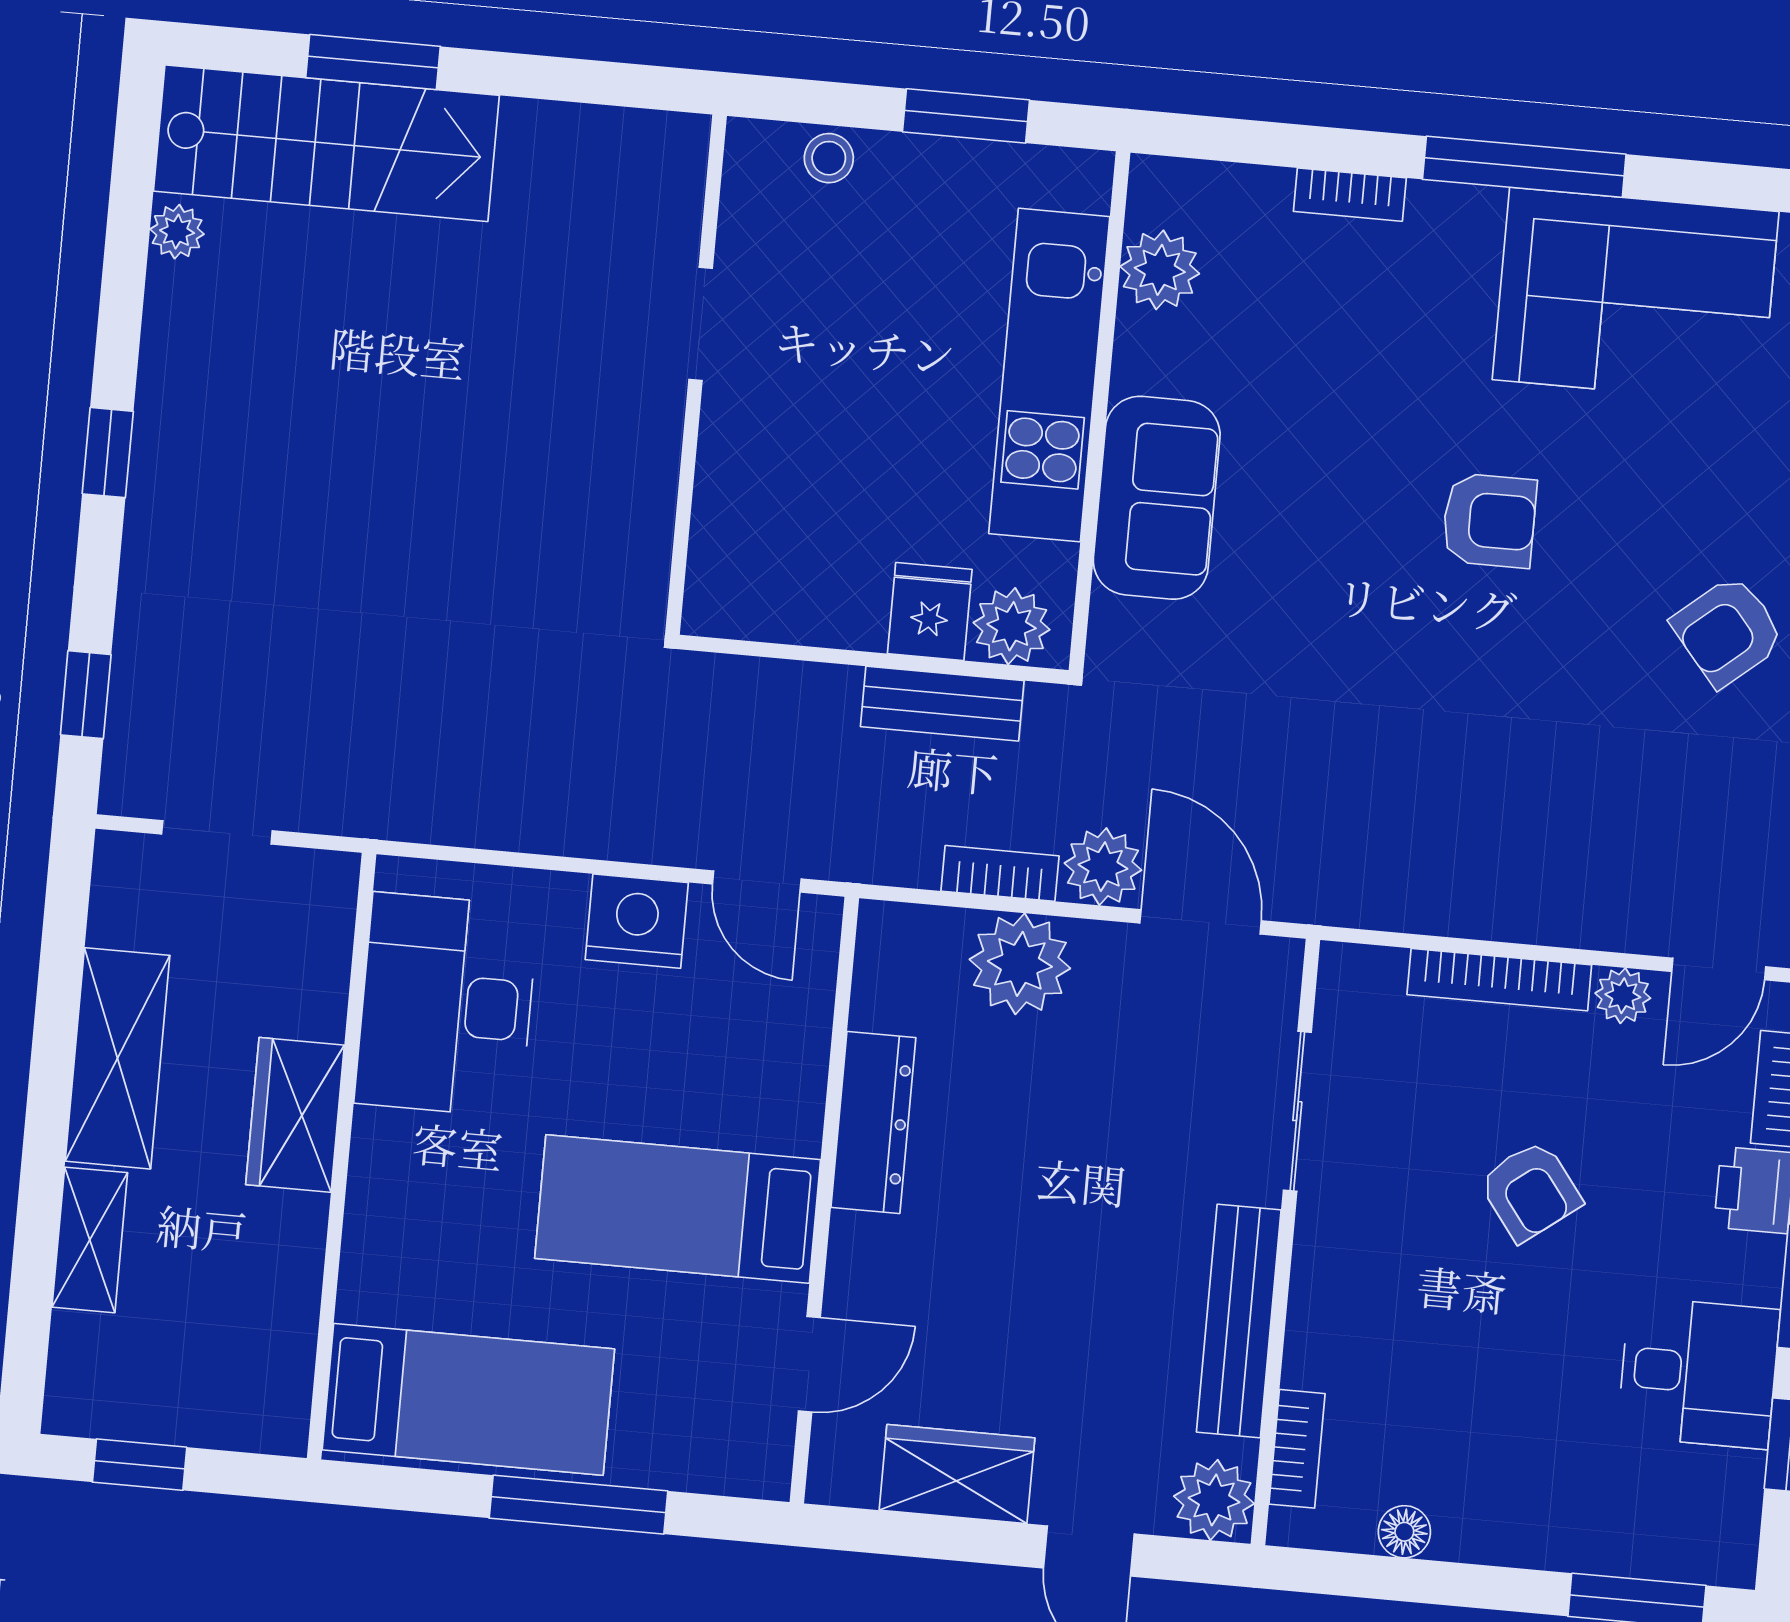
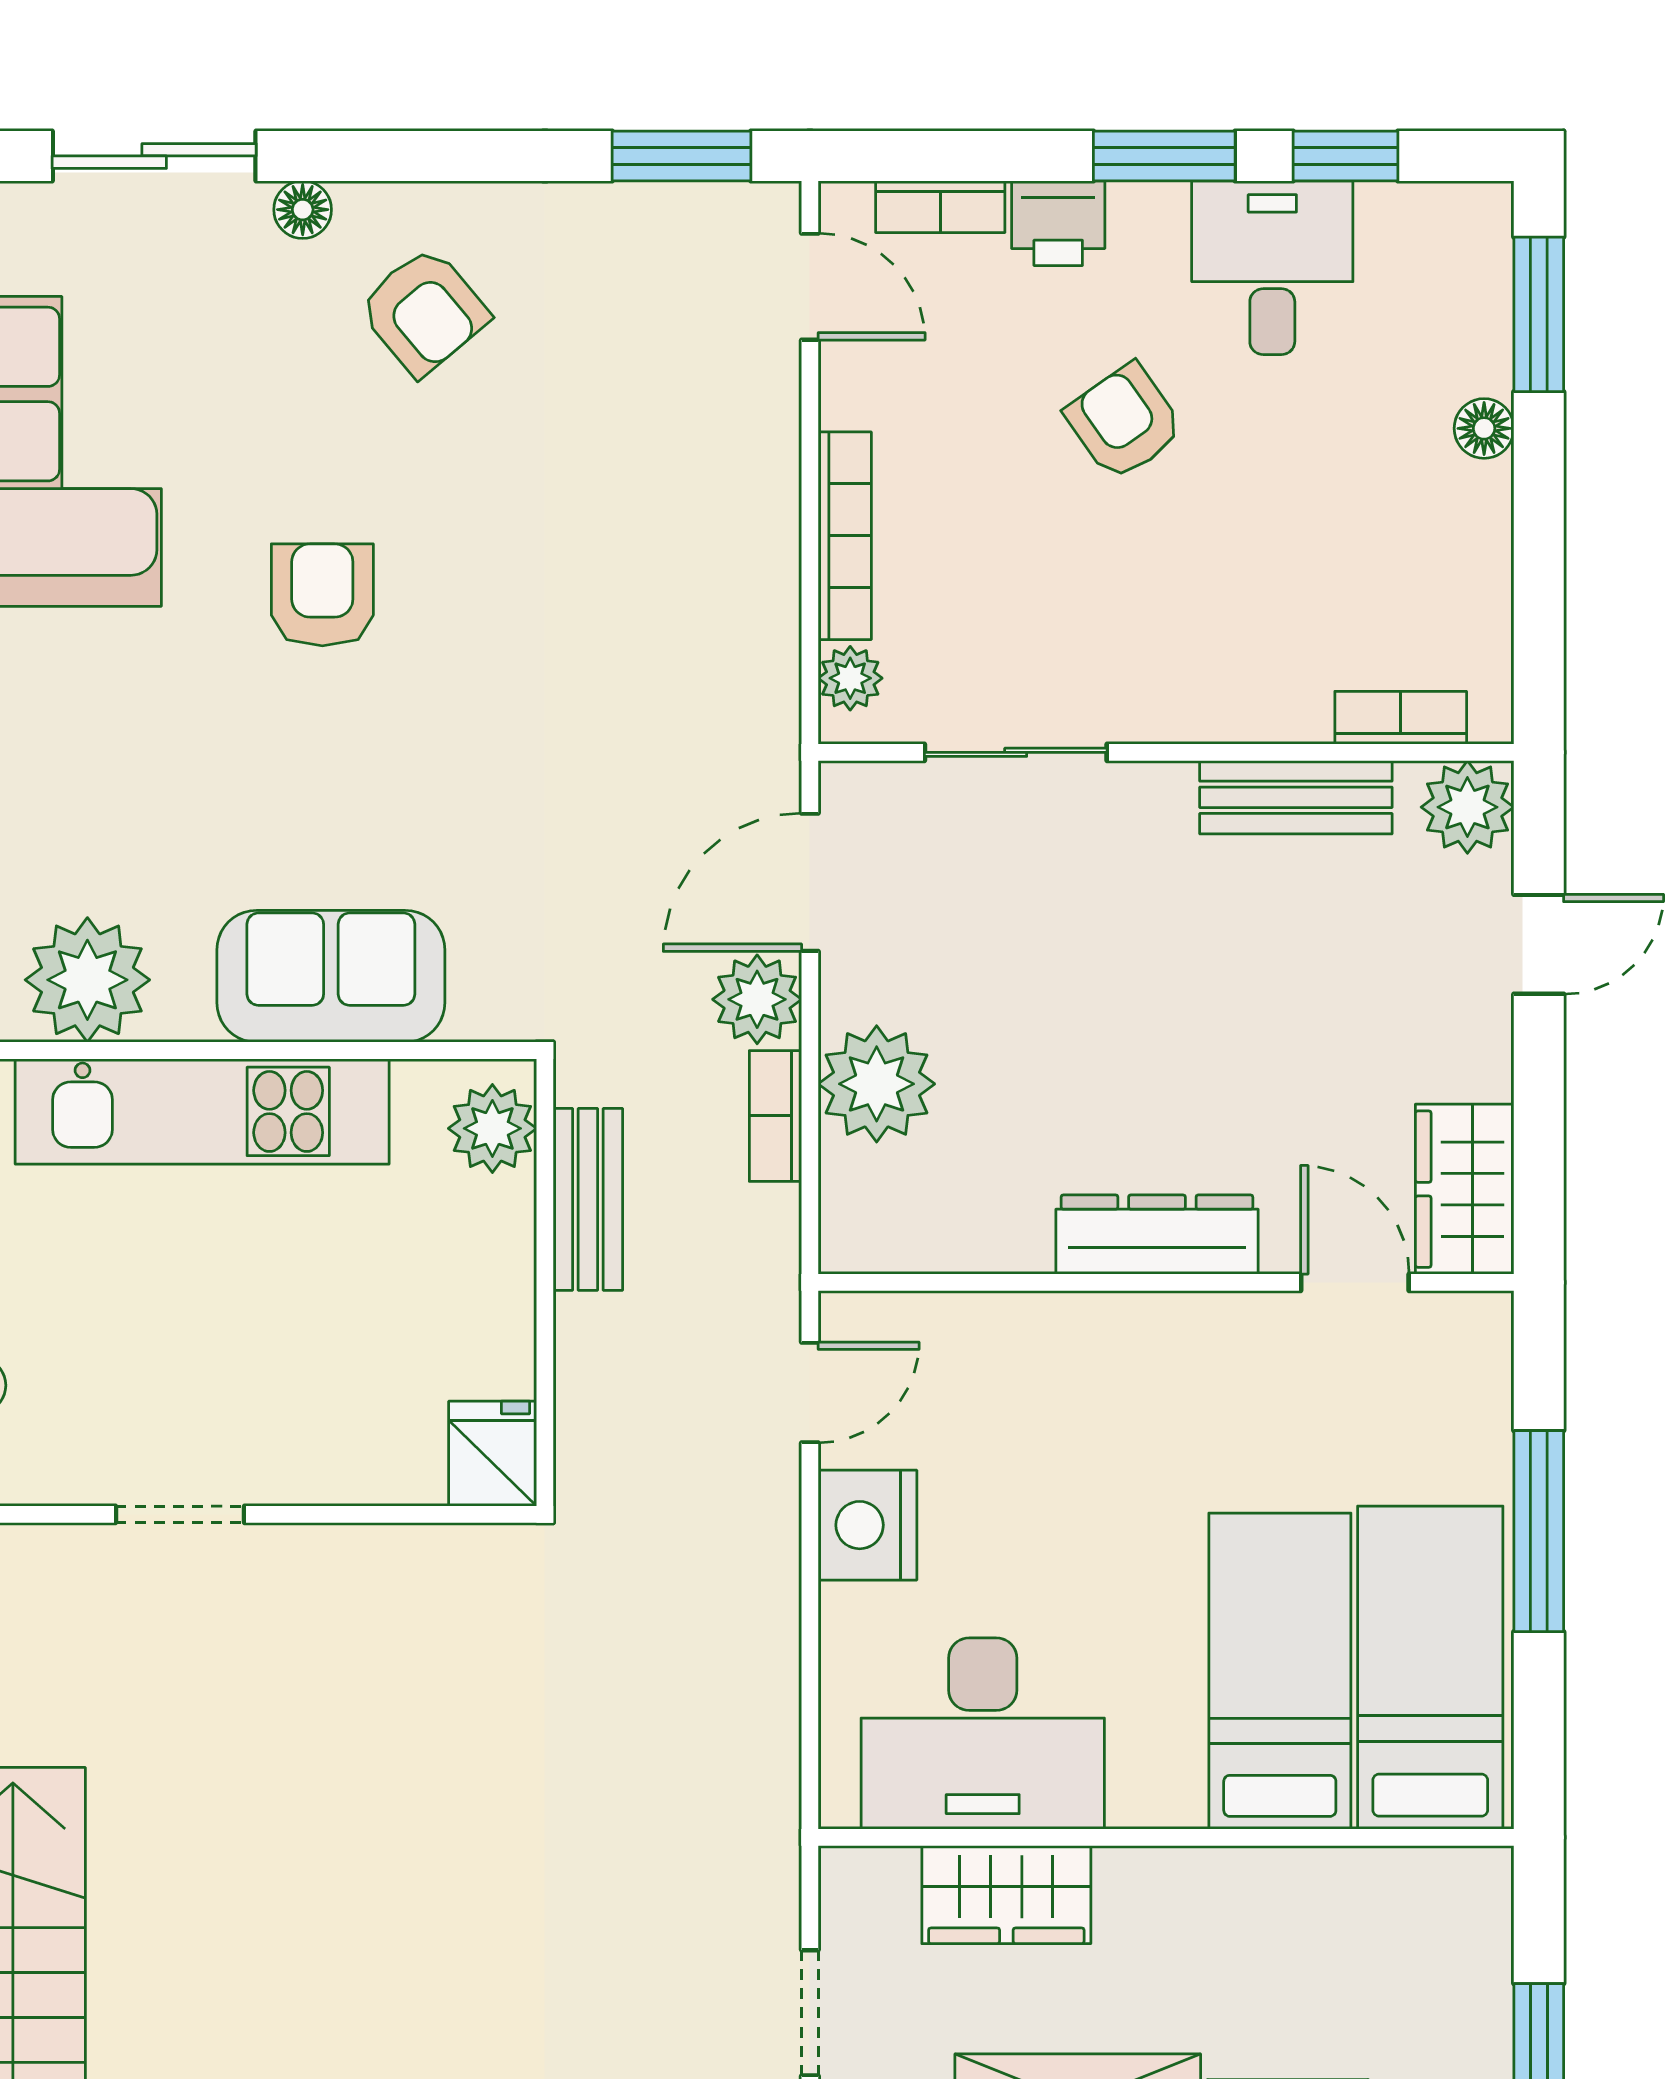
plant: (1160, 270) -> (87, 980), width x1.36, depth x1.36
fridge: (930, 612) -> (493, 1454), moved, turned 90
plant: (1623, 996) -> (850, 678), moved
wardrobe: (295, 1115) -> (1006, 1895), moved
dresser: (873, 1122) -> (1157, 1235), moved
armchair: (1530, 1191) -> (1124, 422), moved, turned -88
bed: (678, 1209) -> (1280, 1671), moved, turned 180
bench: (1239, 1321) -> (1296, 797), width x0.73
wardrobe: (957, 1474) -> (1465, 1189), moved
floor lamp: (1404, 1532) -> (1484, 428), moved

